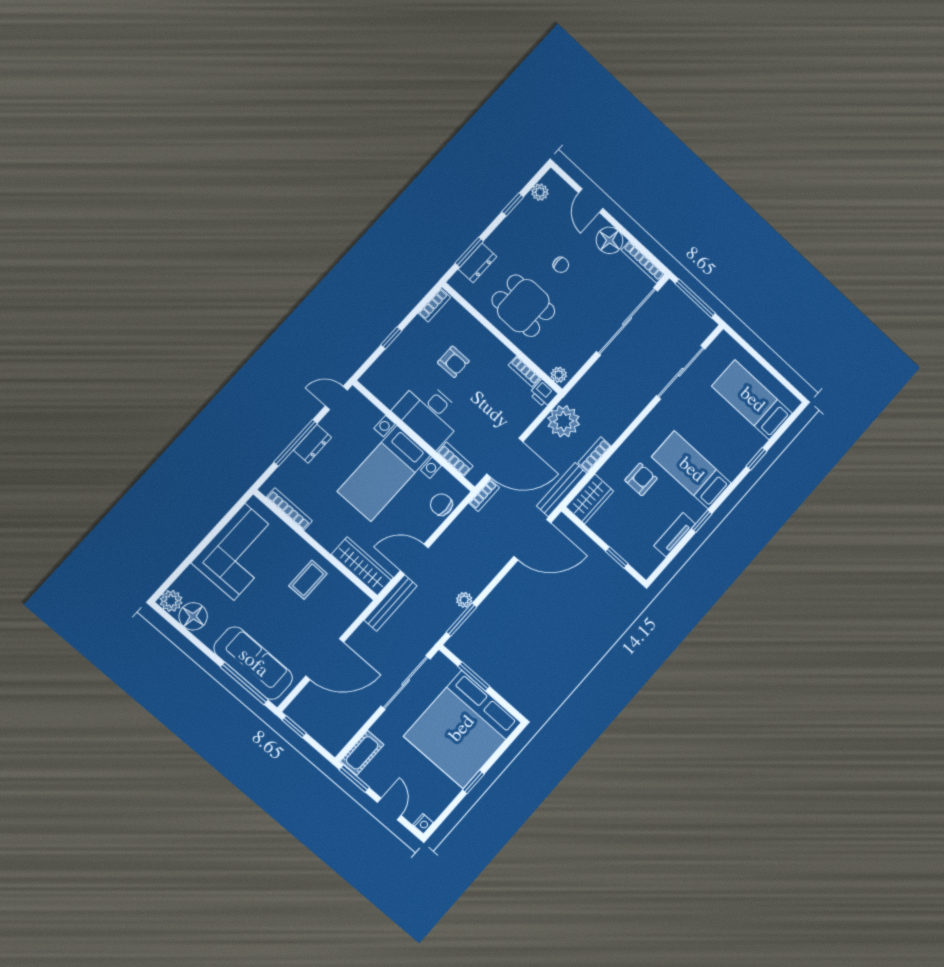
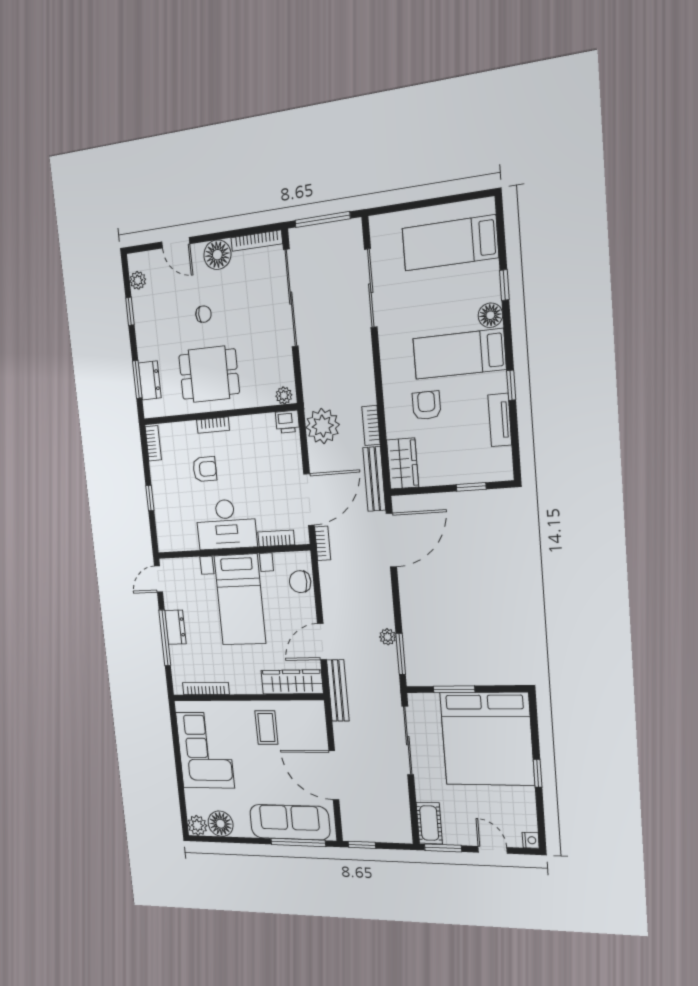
bookcase: (524, 371) -> (213, 425), moved
floor lamp: (732, 467) -> (490, 315), added
door: (325, 659) -> (334, 775), swing flipped

